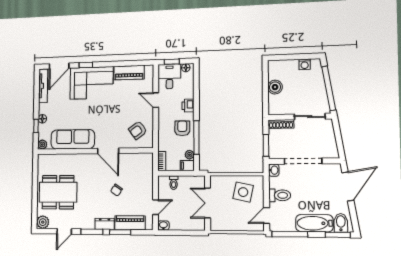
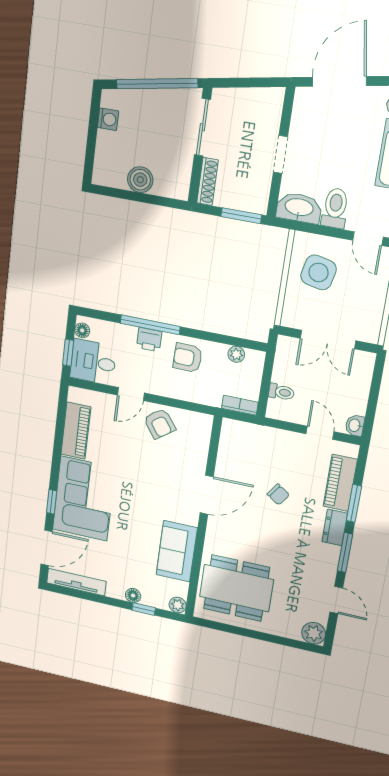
door: (59, 66) -> (47, 548), hinge flipped
armchair: (138, 130) -> (160, 424), moved
window: (196, 138) -> (150, 325), moved
sofa: (73, 139) -> (177, 551), width x0.73
doorway: (303, 161) -> (280, 154), width x0.53
filing cabinet: (187, 166) -> (255, 362), removed
washbasin: (274, 170) -> (299, 208), width x1.91, depth x1.45
door: (348, 186) -> (339, 82), hinge flipped
dining table: (58, 192) -> (236, 588), moved, turned 90

